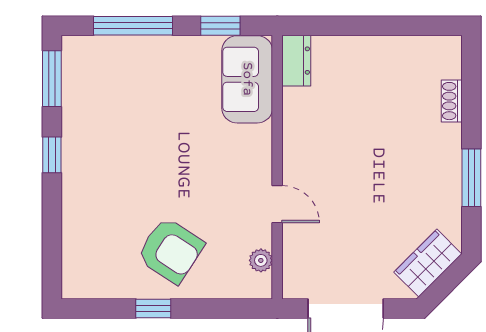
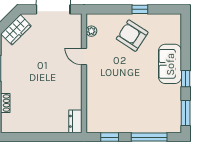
sofa: (247, 79) -> (170, 64), moved, turned 180

